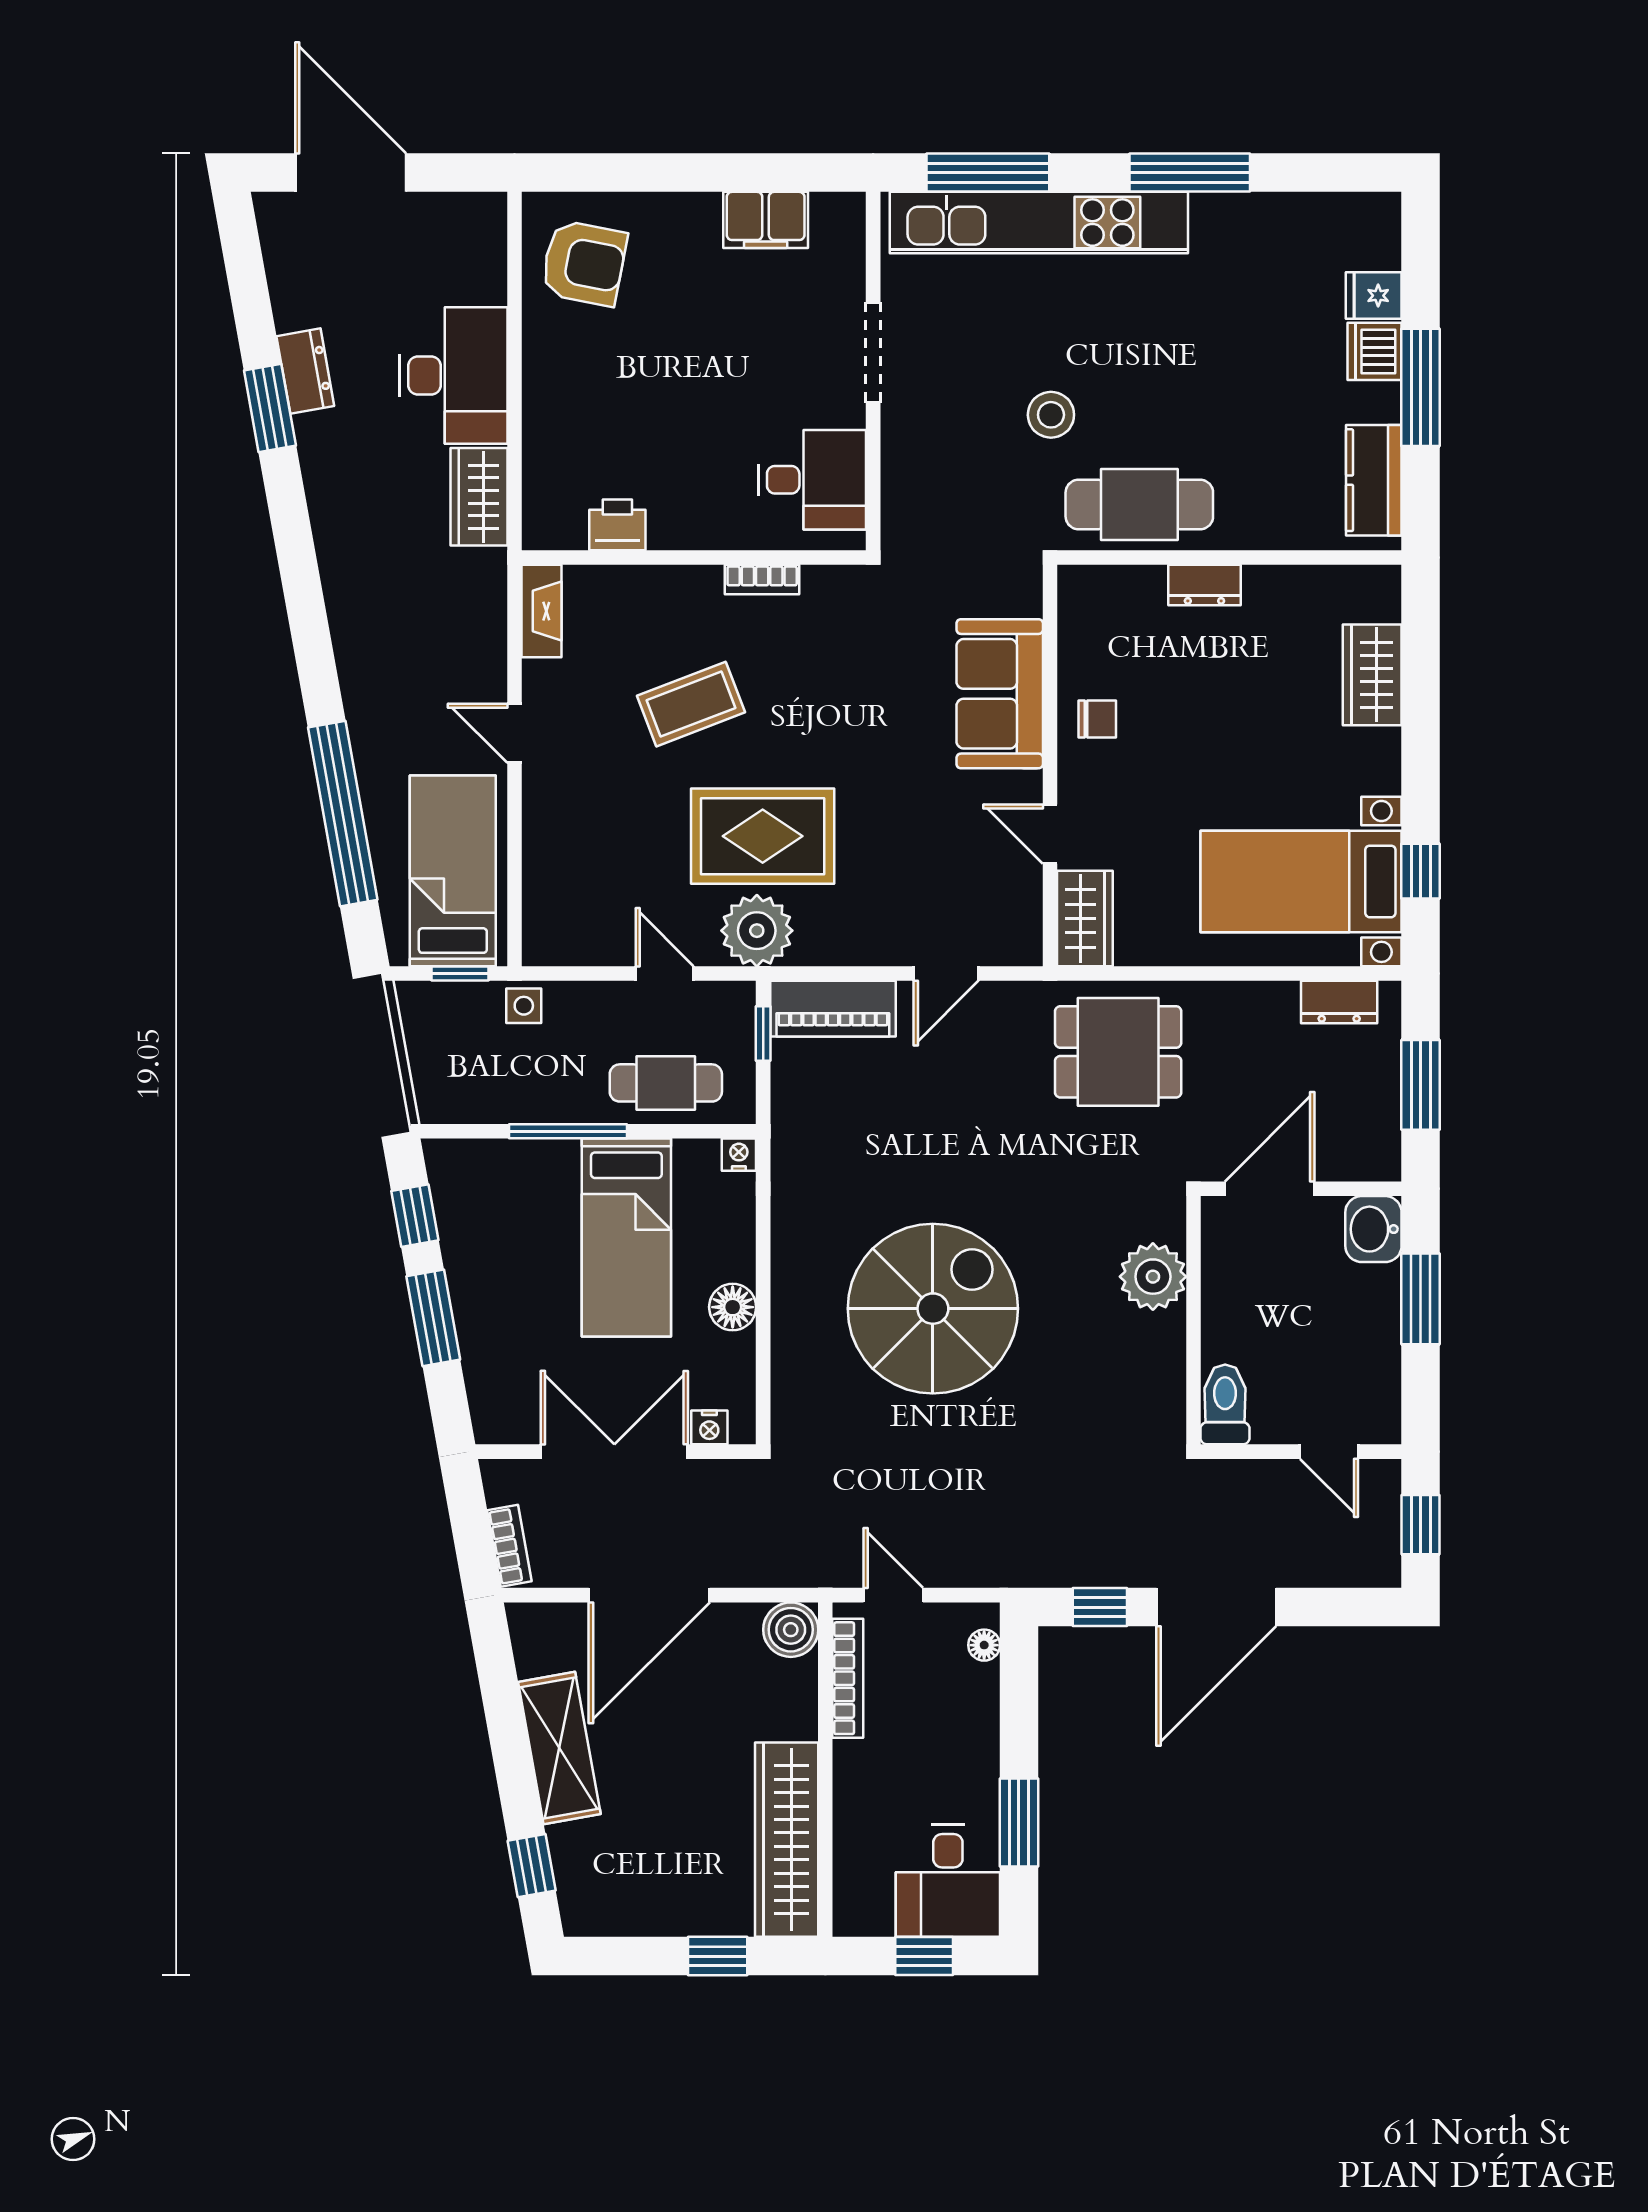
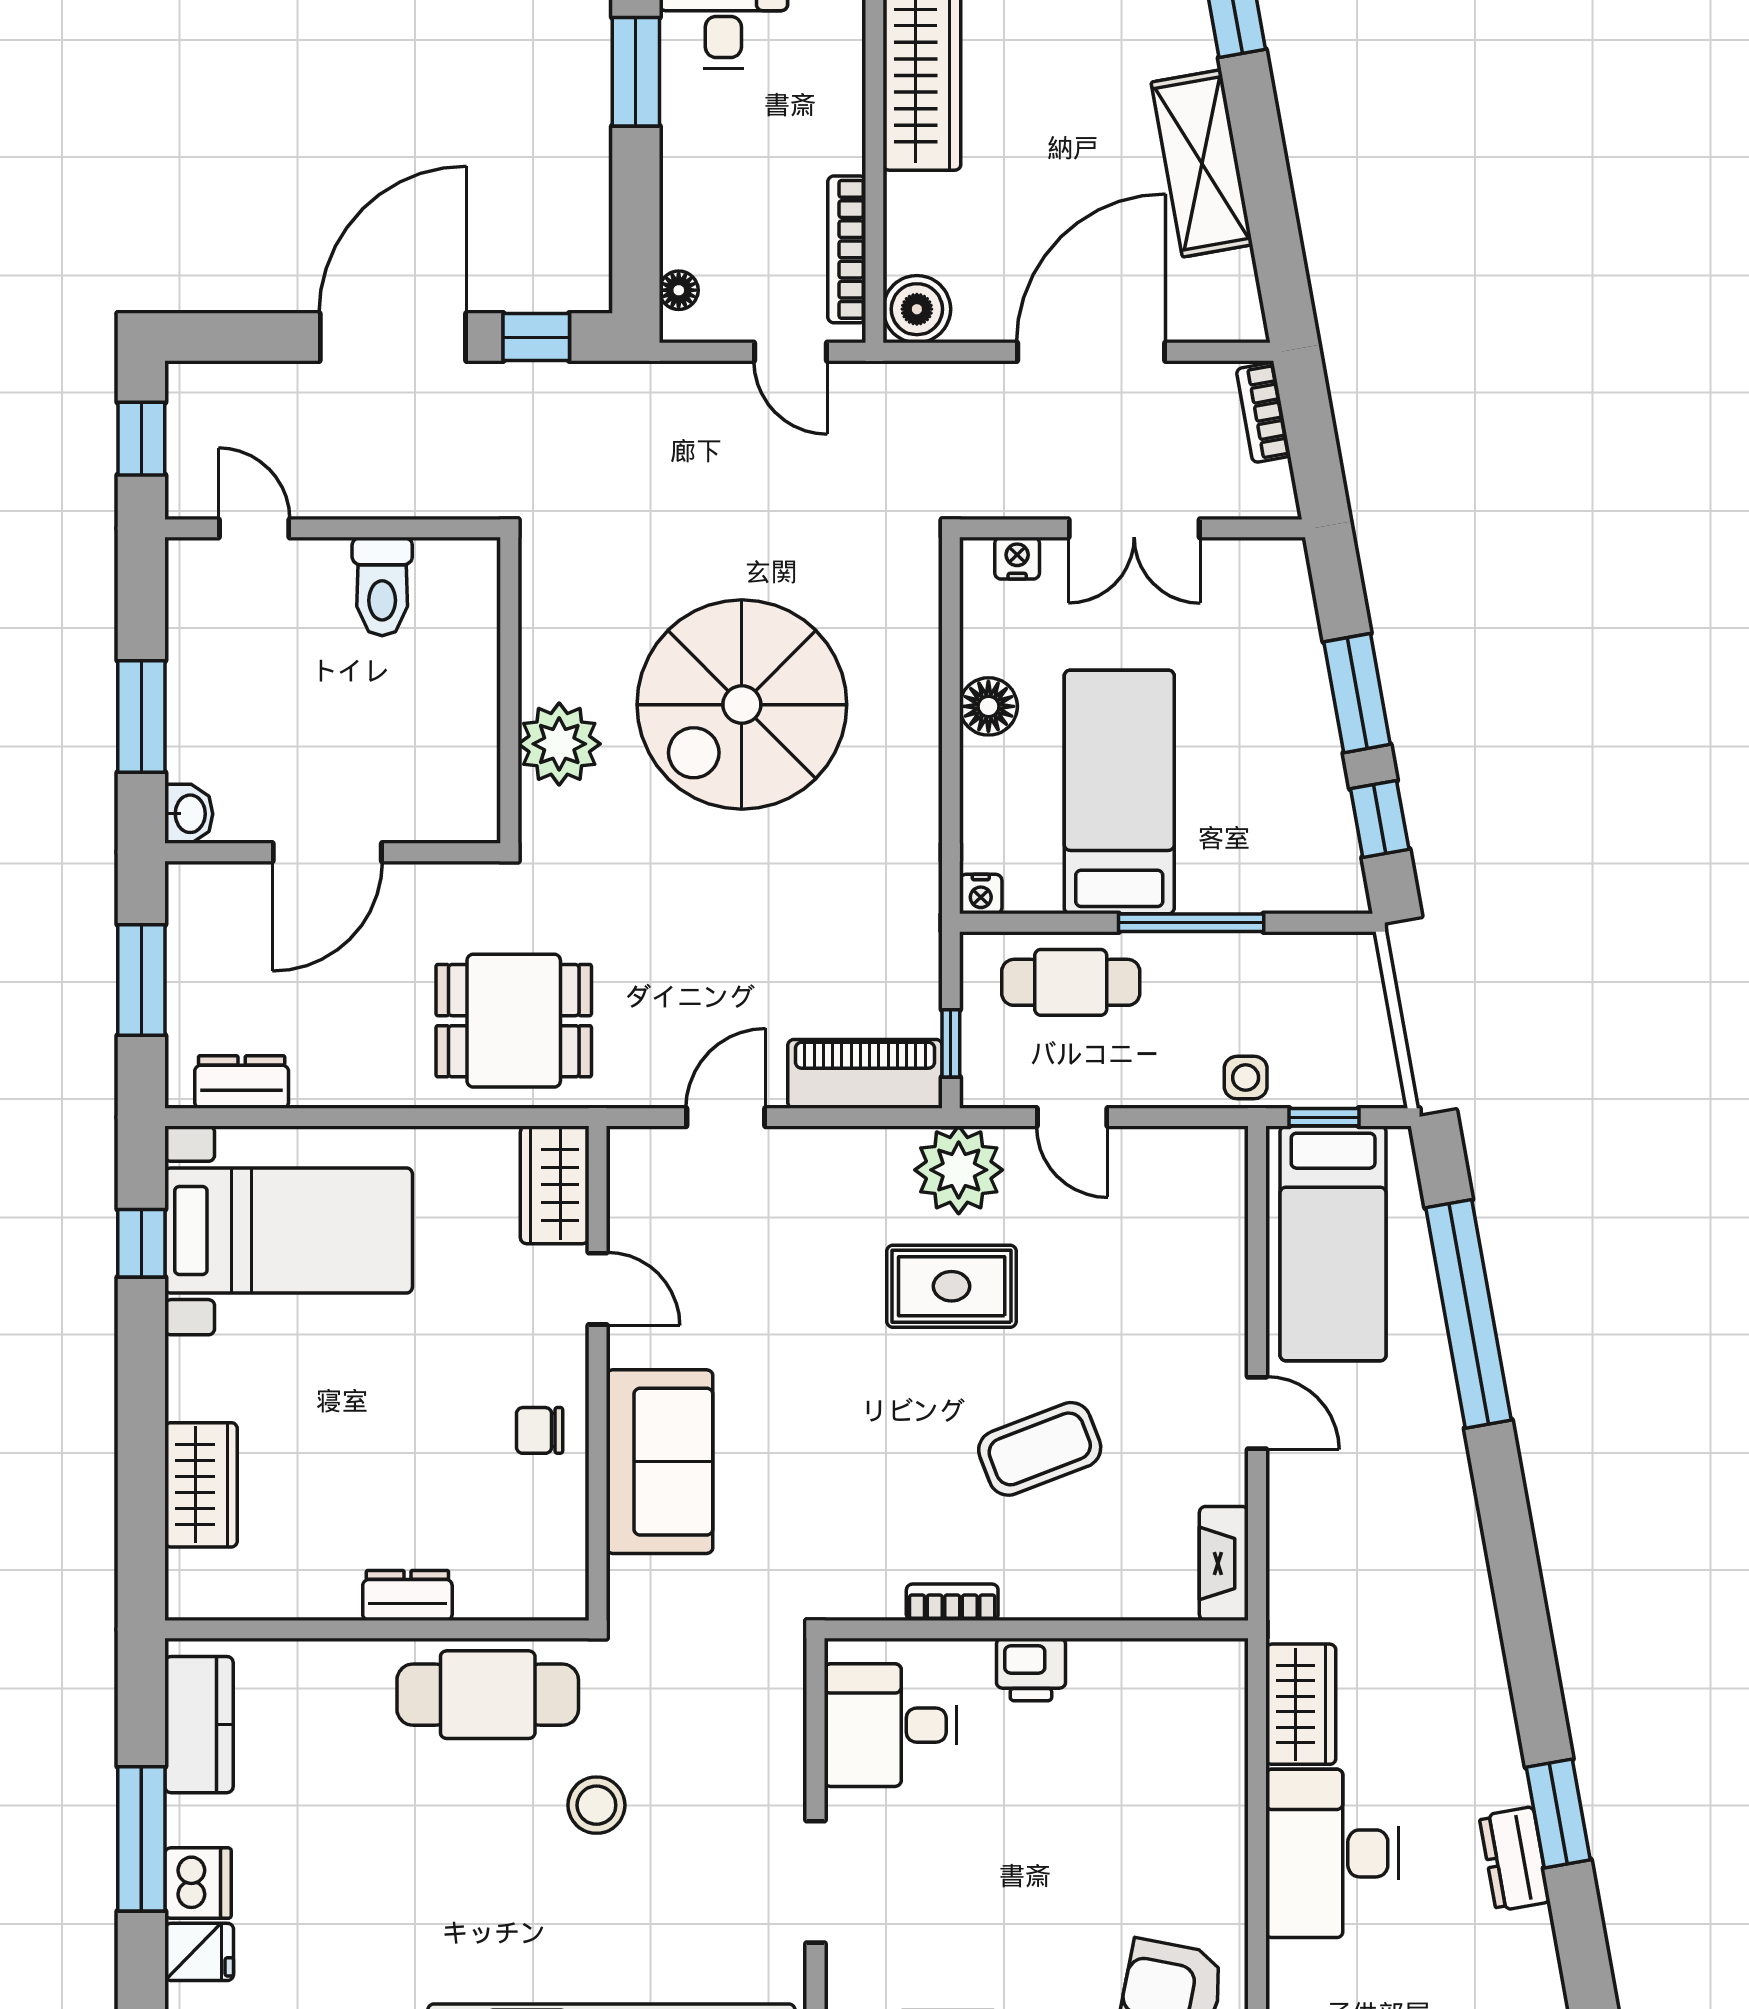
printer: (617, 525) -> (1031, 1670), moved
rug: (763, 836) -> (952, 1286), width x0.73, depth x0.70
washbasin: (1373, 1229) -> (189, 814), width x0.72, depth x0.69
plant: (1153, 1277) -> (559, 744), moved
wall: (1193, 1320) -> (509, 690), moved
double door: (614, 1452) -> (1134, 528), width x0.73

